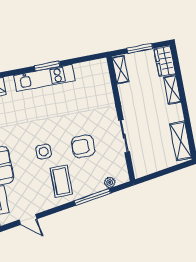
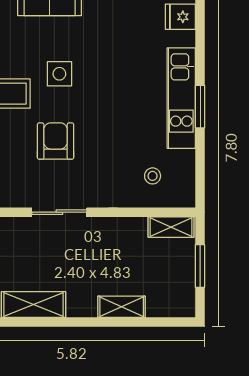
wardrobe: (165, 61) -> (171, 304), removed
stool: (93, 86) -> (153, 176), added

